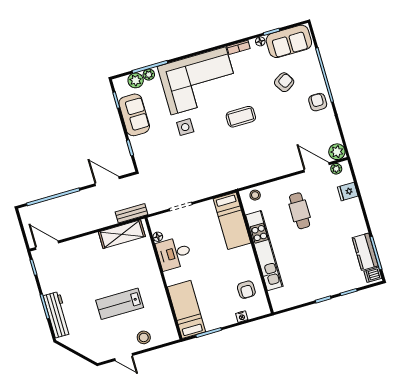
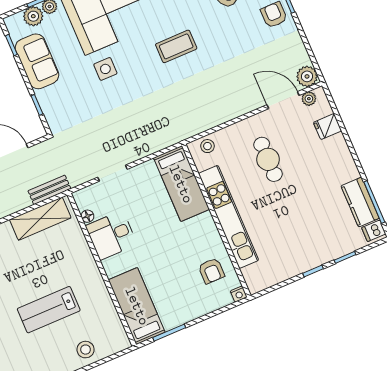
nightstand: (242, 317) -> (239, 294), moved

